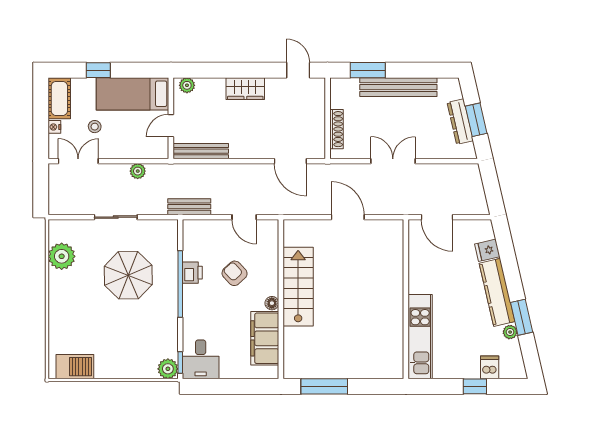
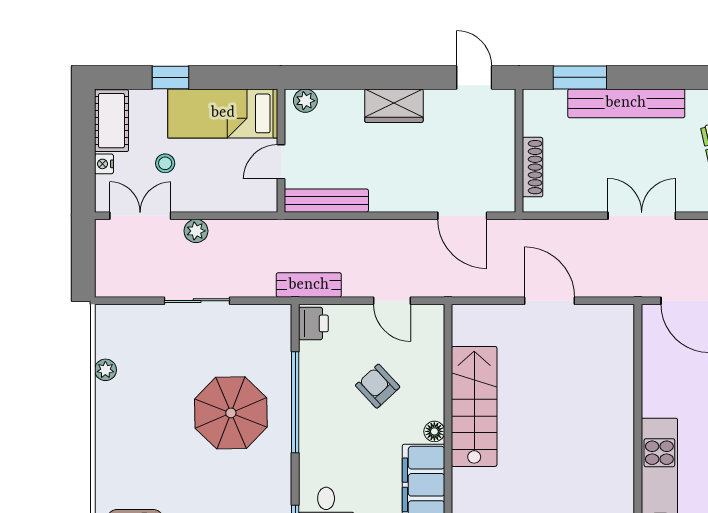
double door: (393, 161) -> (642, 216), moved
plant: (138, 171) -> (196, 231), moved
plant: (62, 256) -> (105, 370), width x0.53, depth x0.53
printer: (192, 273) -> (313, 323), moved
parasol: (128, 275) -> (231, 413), moved

